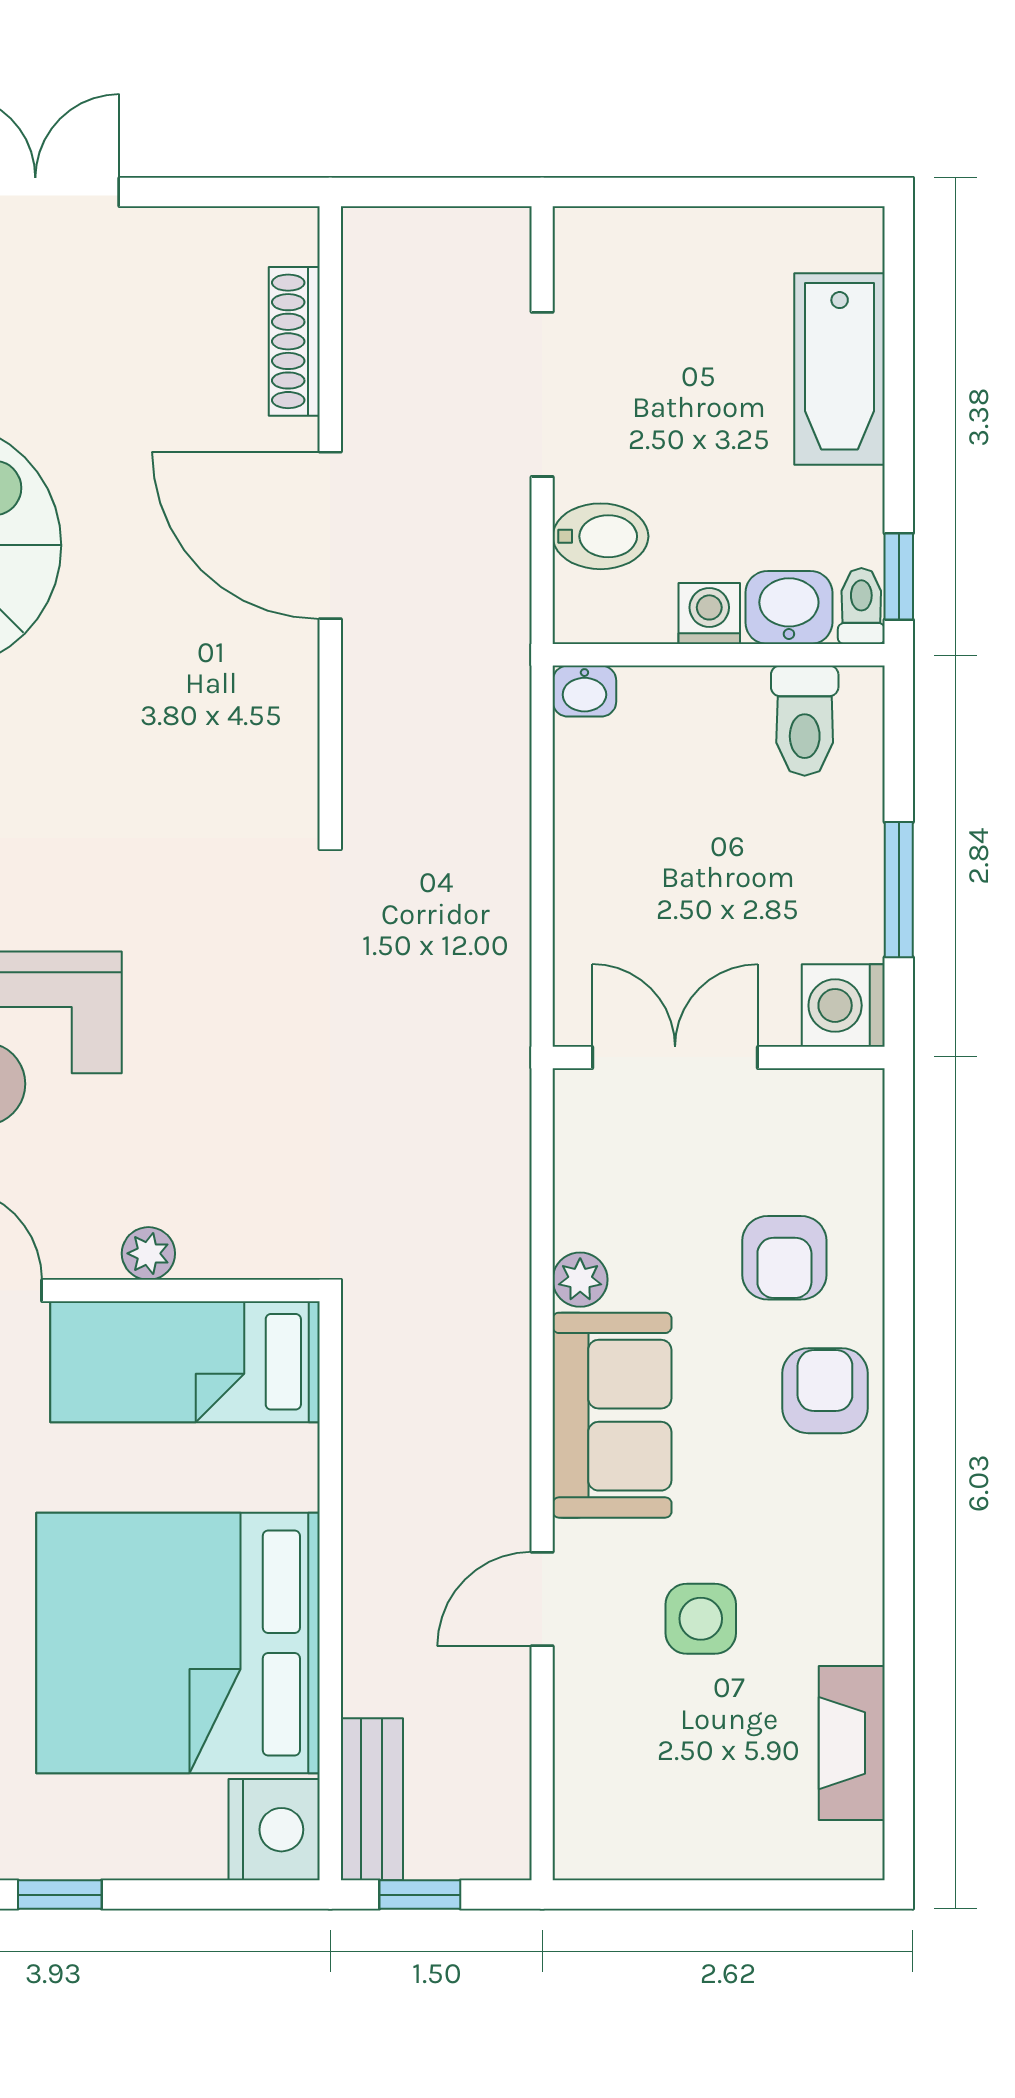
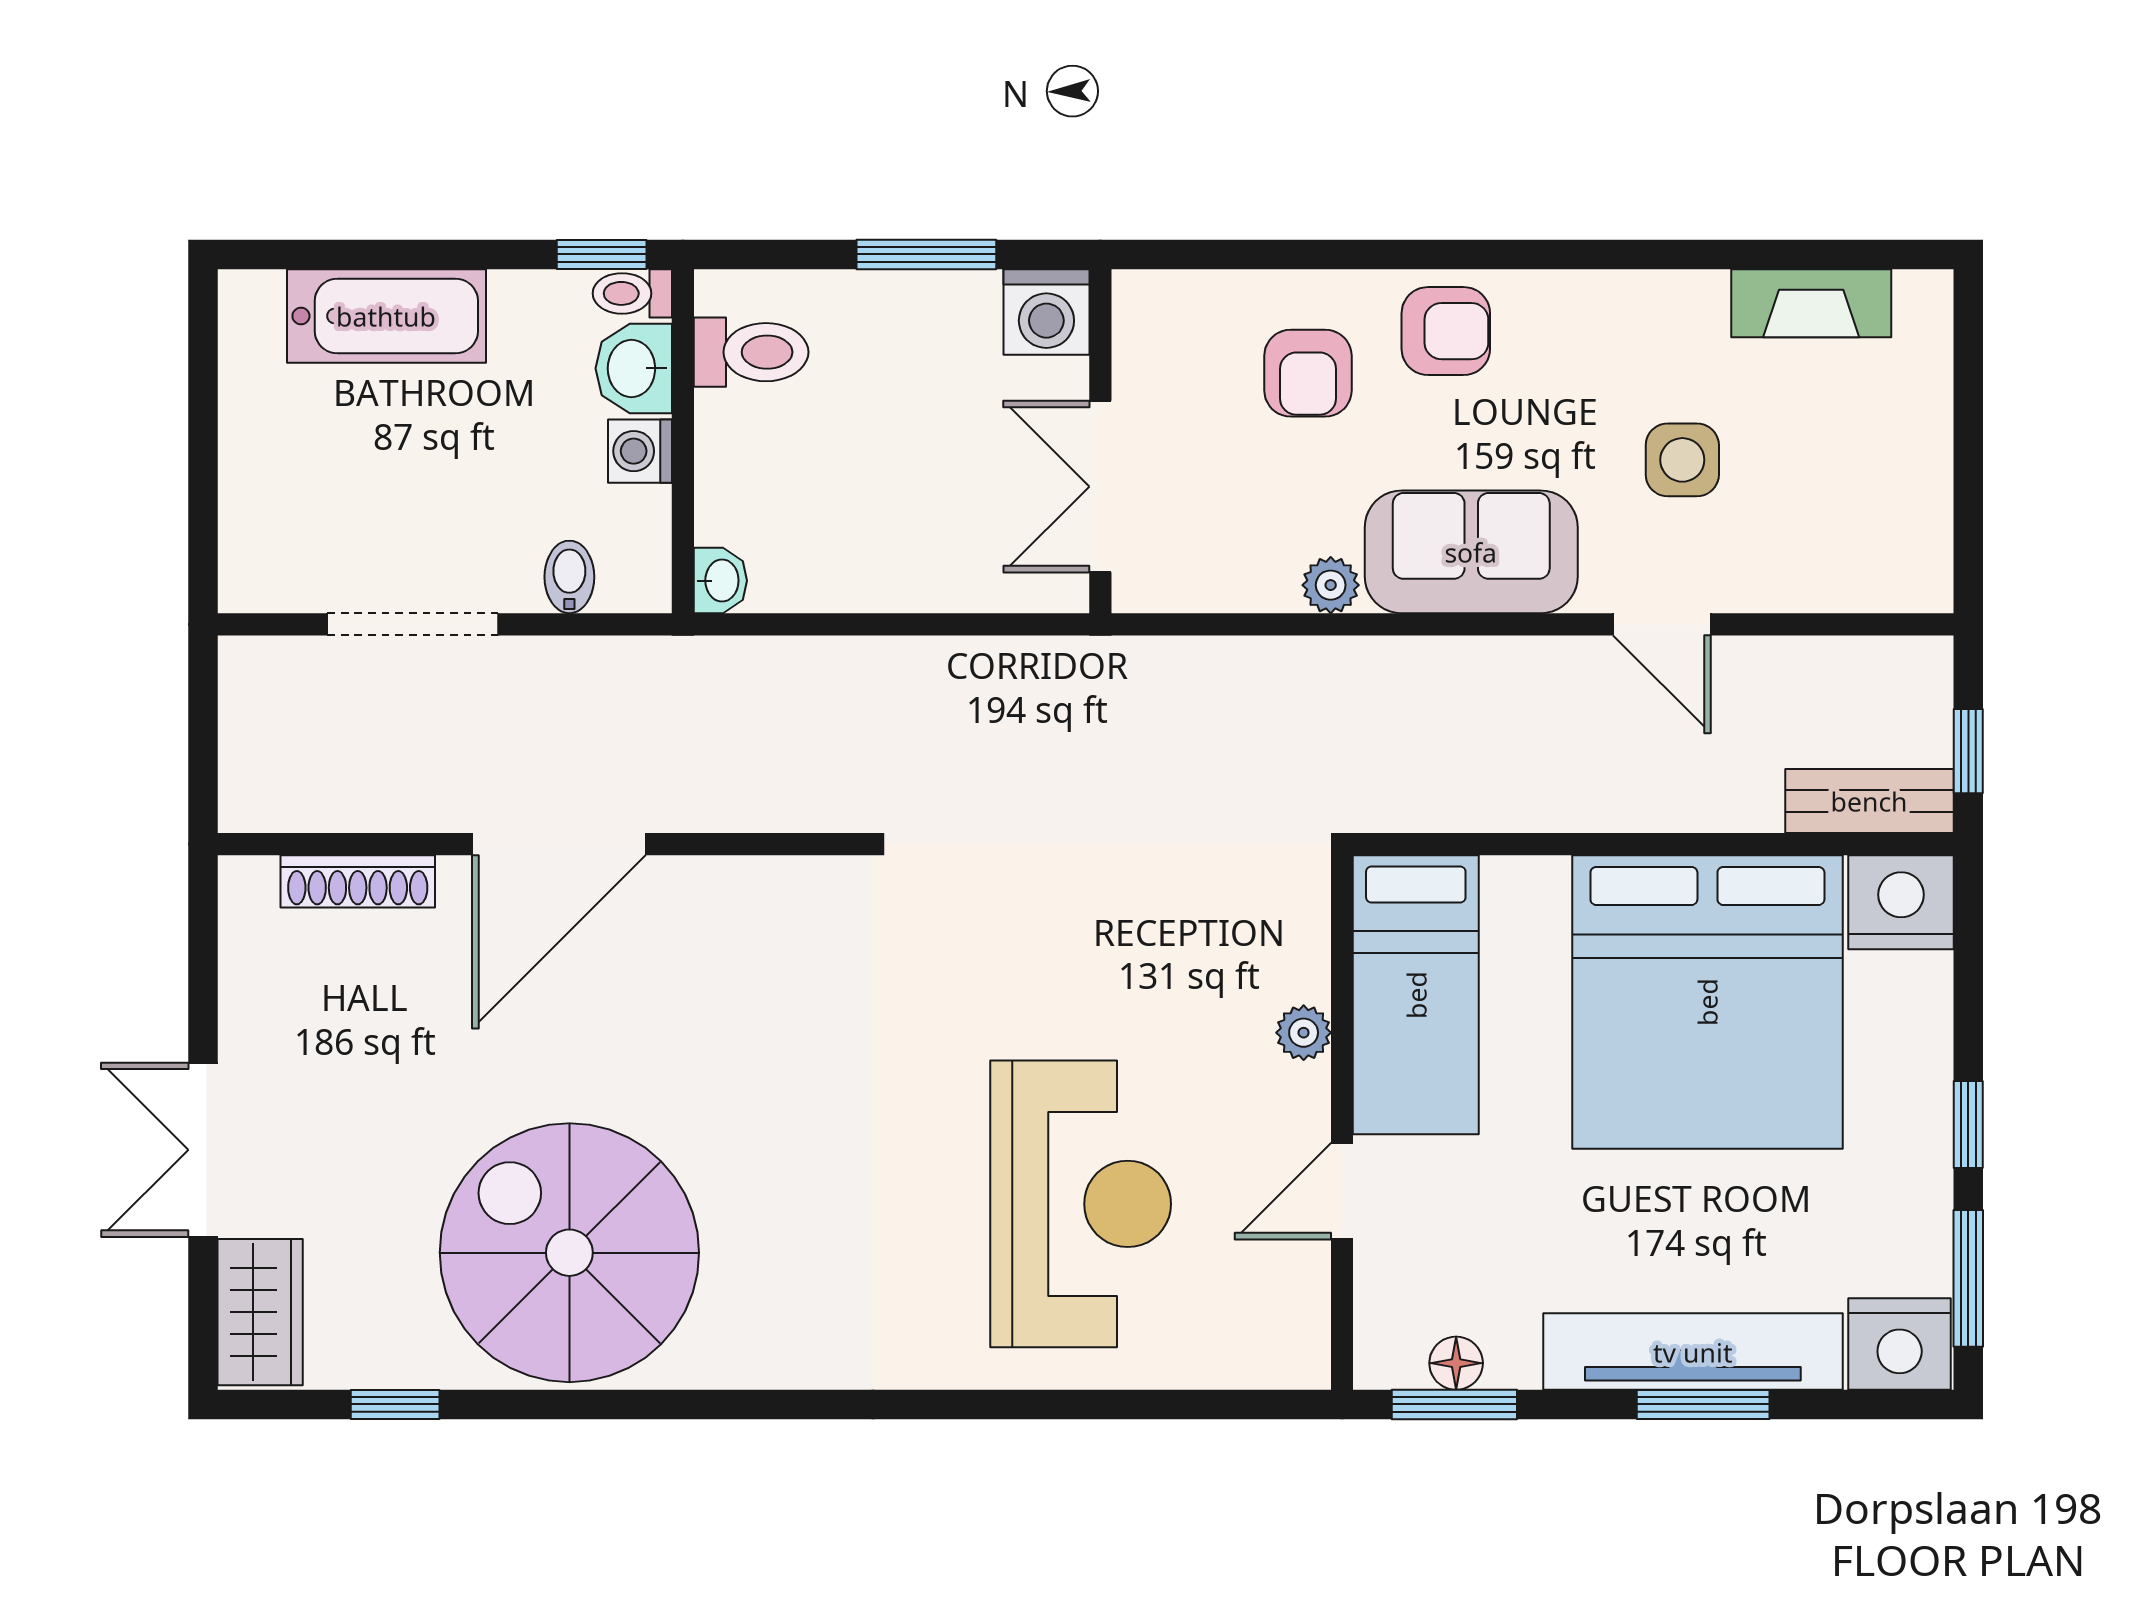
bidet: (601, 536) -> (569, 577), width x0.72, depth x0.74
armchair: (784, 1258) -> (1308, 373), turned 90
armchair: (825, 1391) -> (1446, 331), turned 180

